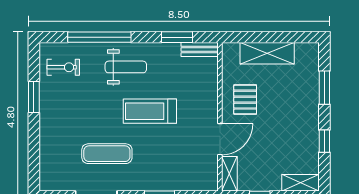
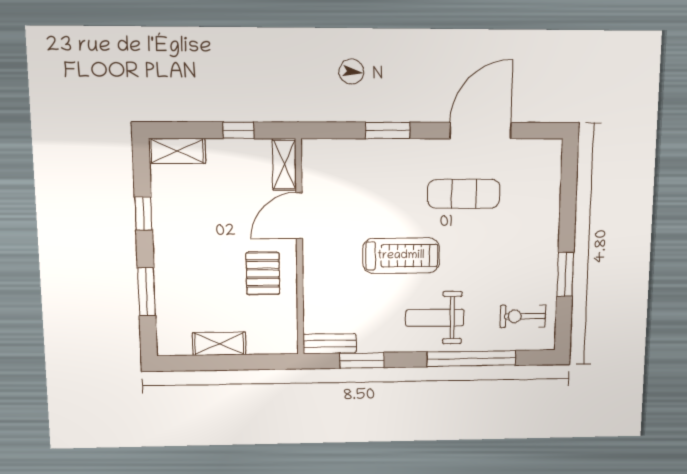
shelving: (267, 53) -> (219, 344), width x0.67, depth x0.75

